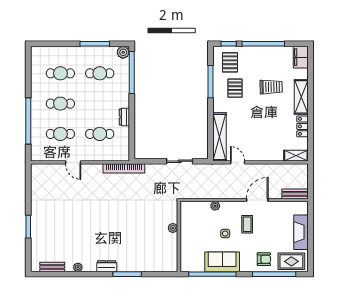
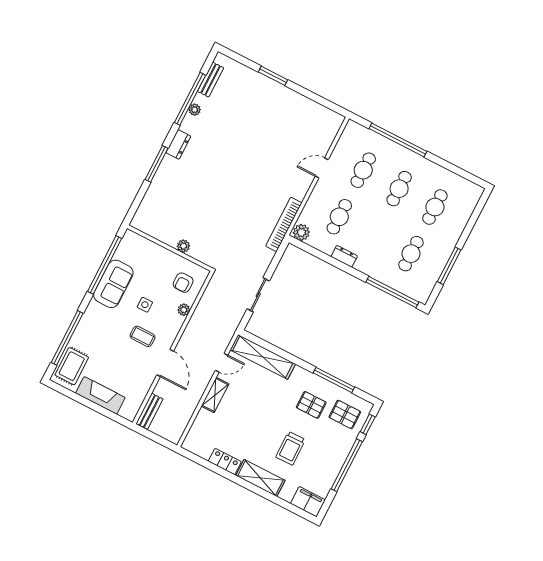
plant: (123, 52) -> (301, 232), moved
shelving: (296, 156) -> (215, 395), moved
armchair: (264, 259) -> (183, 283), moved
window: (72, 274) -> (190, 99), added

